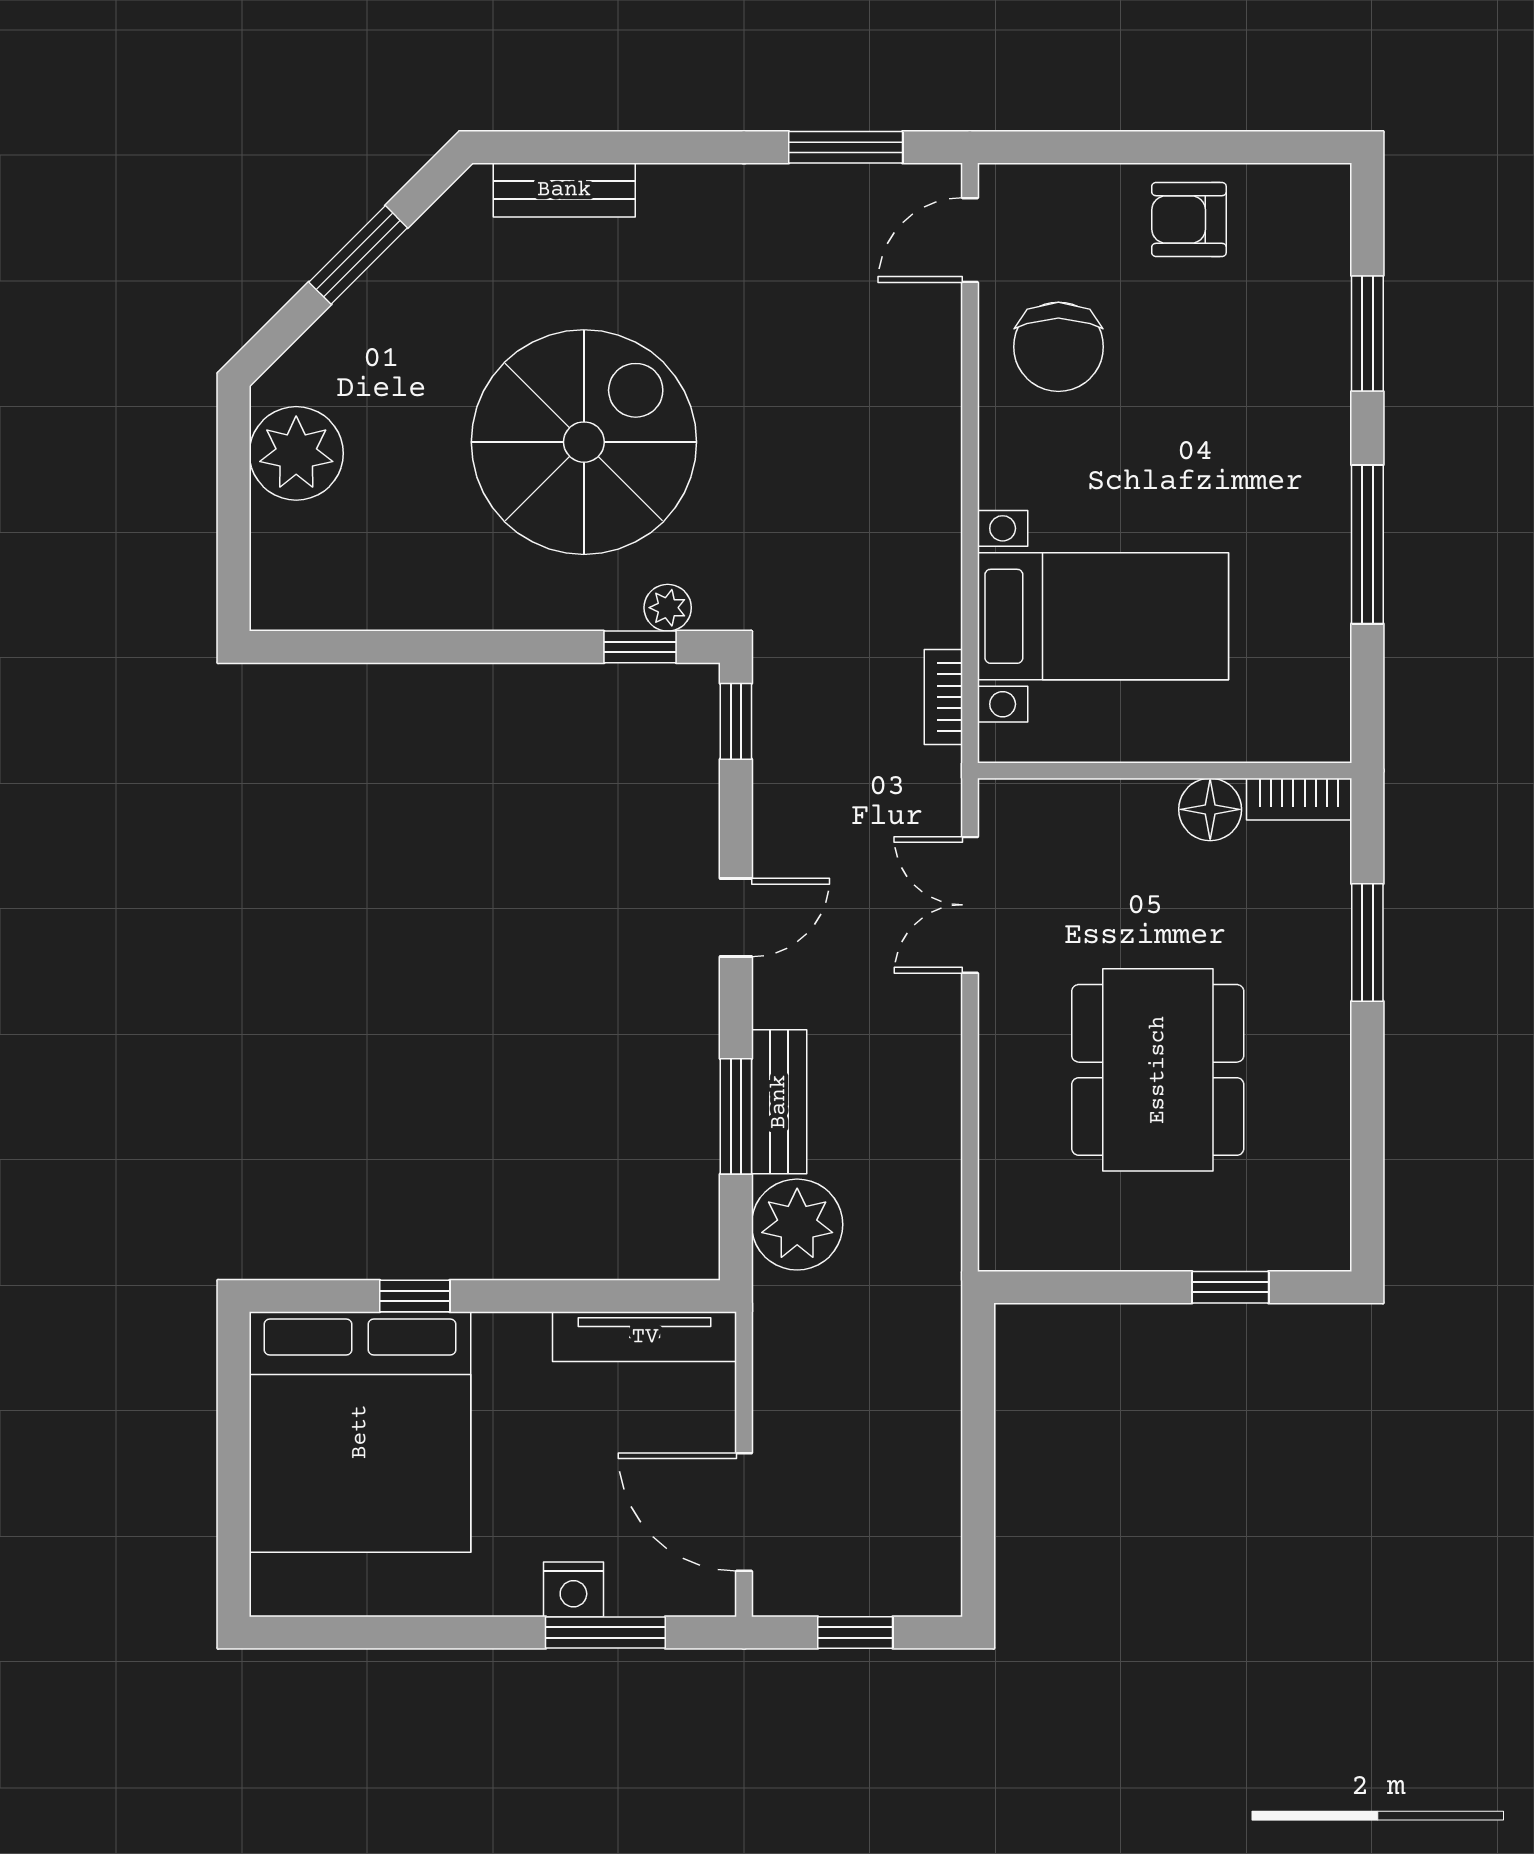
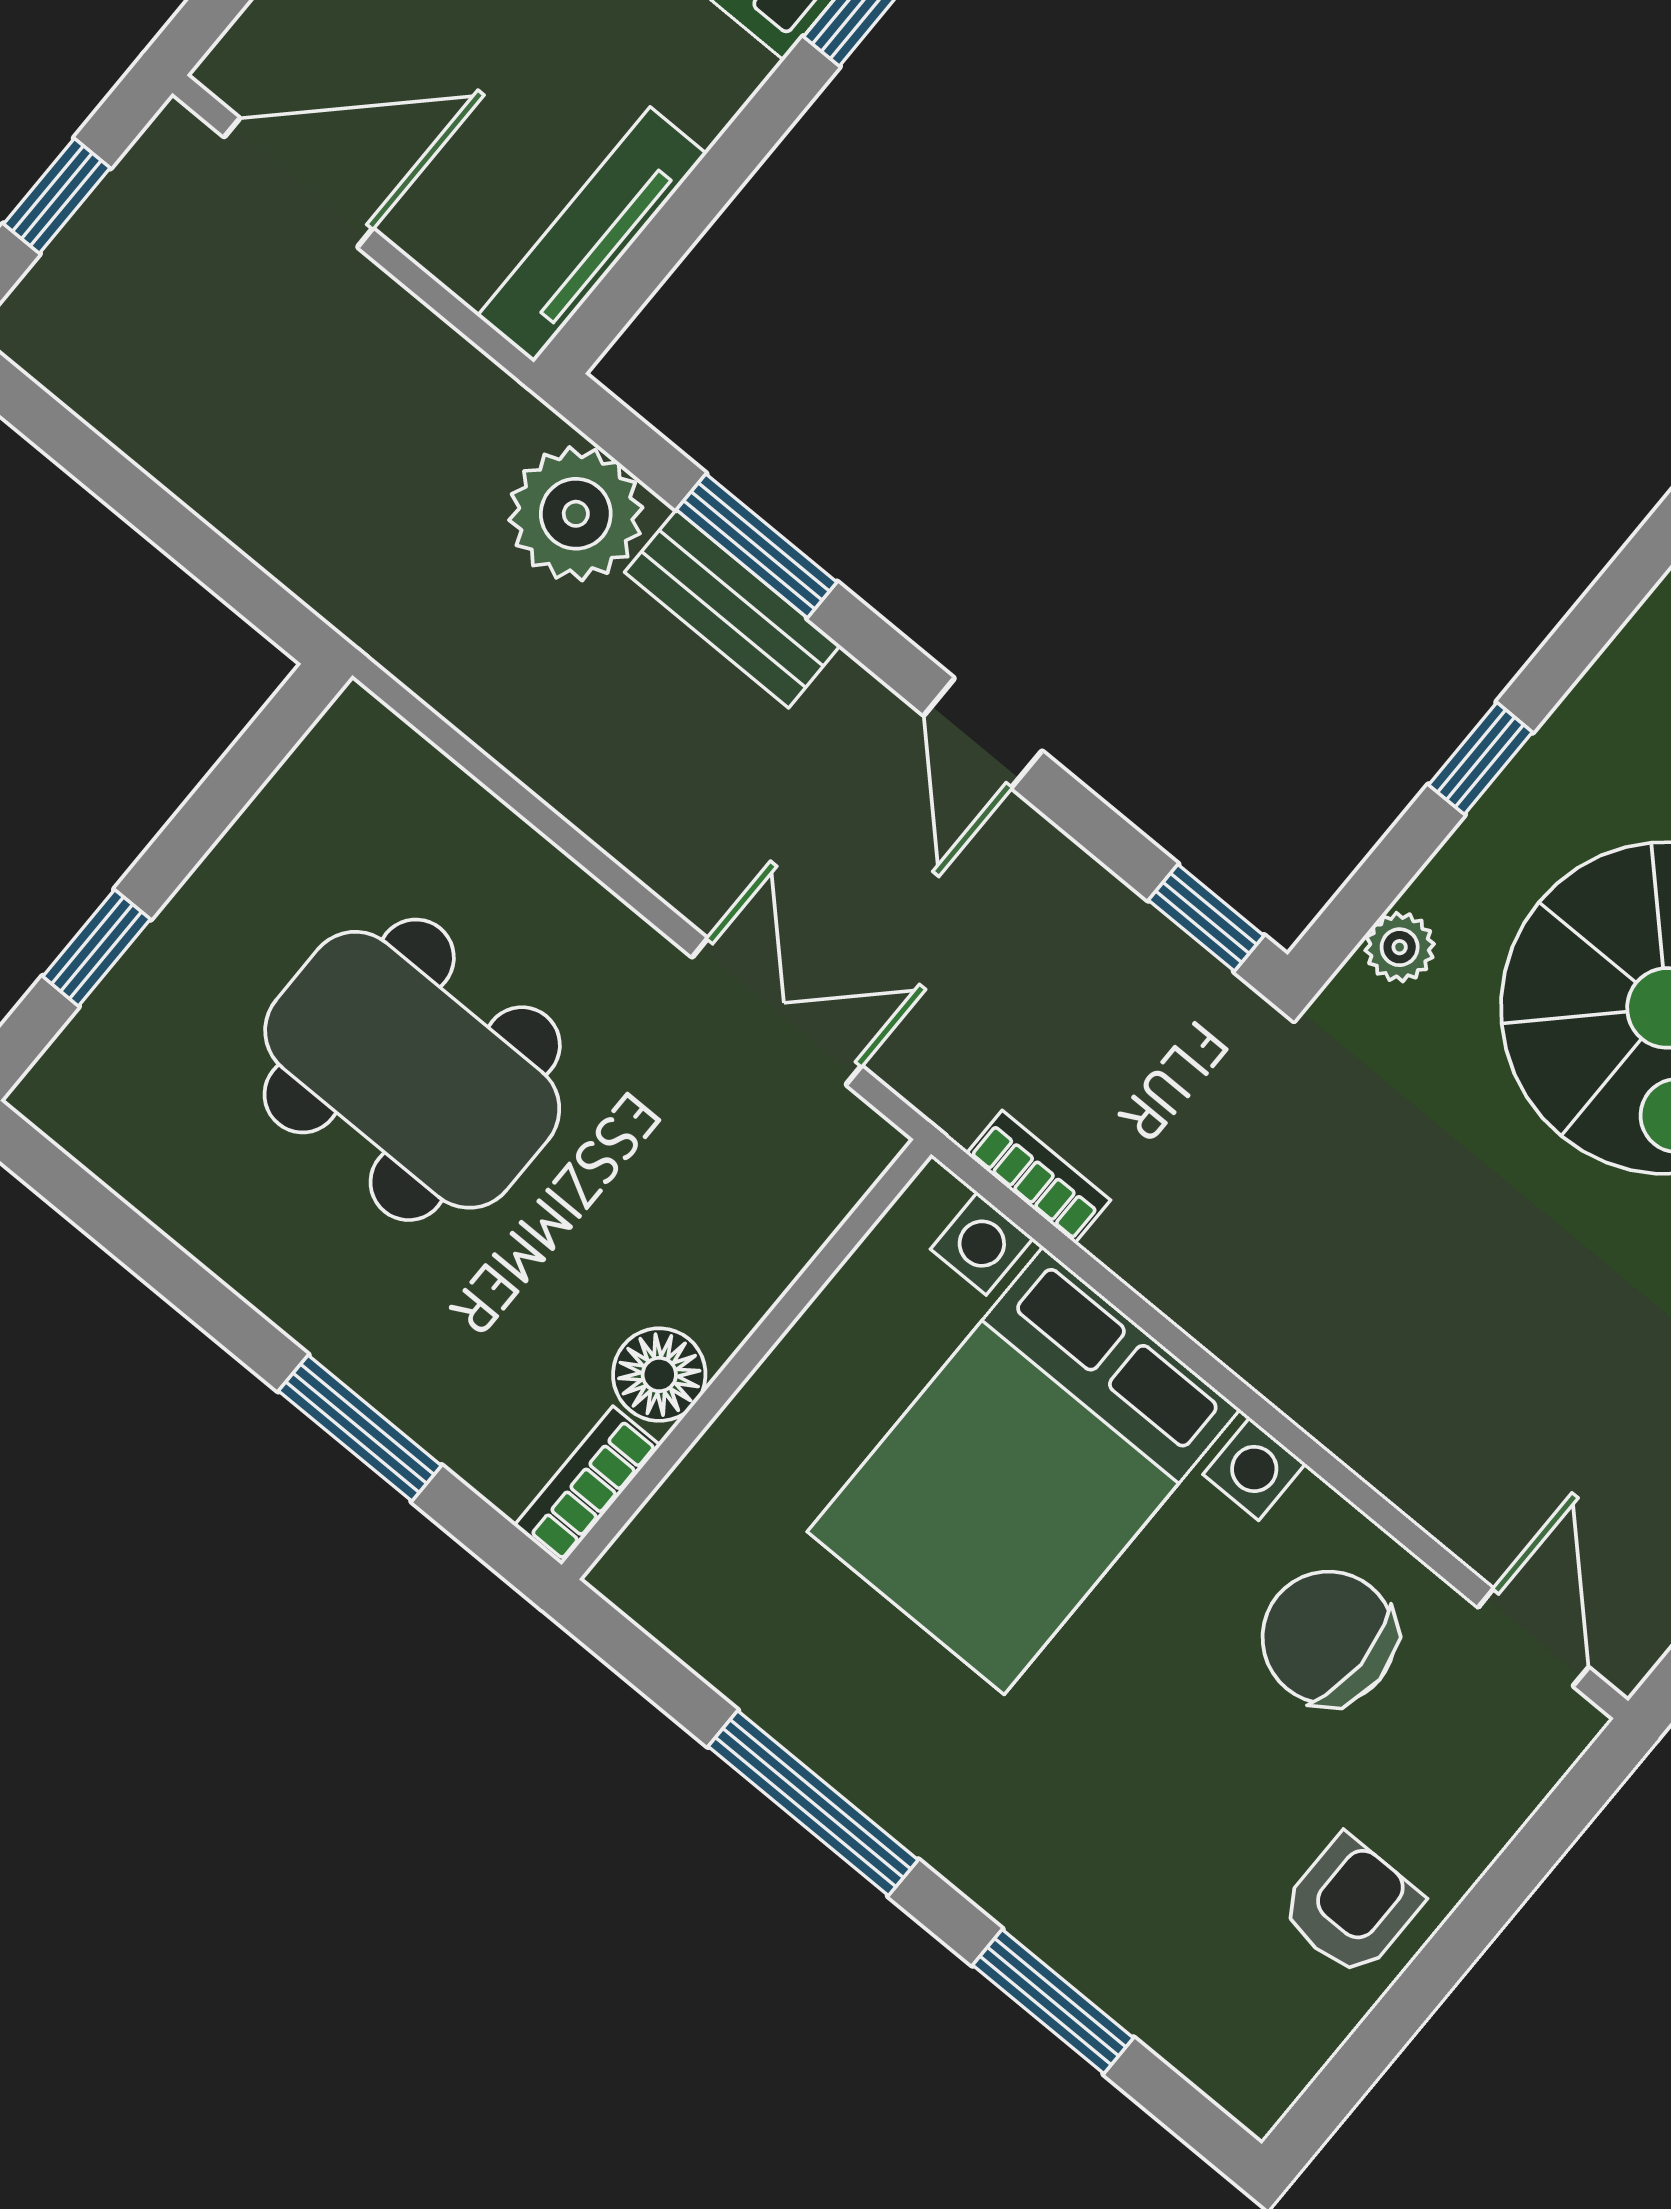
bed with nightstands: (1103, 616) -> (1024, 1470), width x1.36
window: (640, 647) -> (1481, 758), moved

